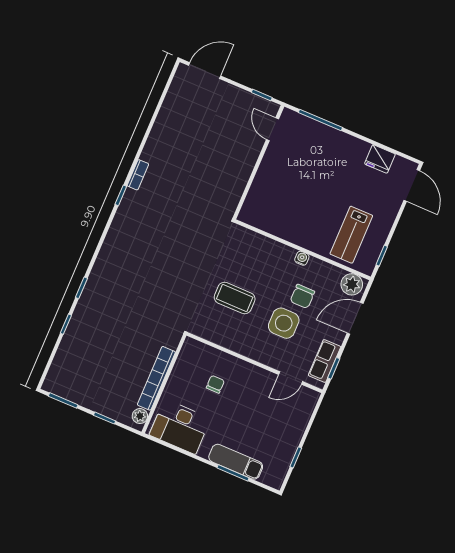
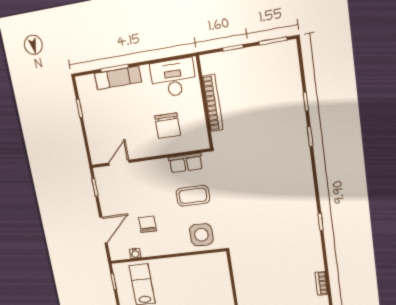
bookcase: (138, 175) -> (322, 283), moved
water cooler: (302, 258) -> (135, 253), moved
plant: (352, 284) -> (120, 251), removed
side table: (284, 323) -> (201, 235), moved
row of seats: (325, 361) -> (186, 163), moved, turned 90
chair: (215, 384) -> (168, 126), width x1.87, depth x1.87
plant: (140, 416) -> (207, 67), removed

